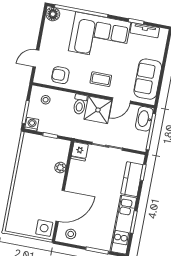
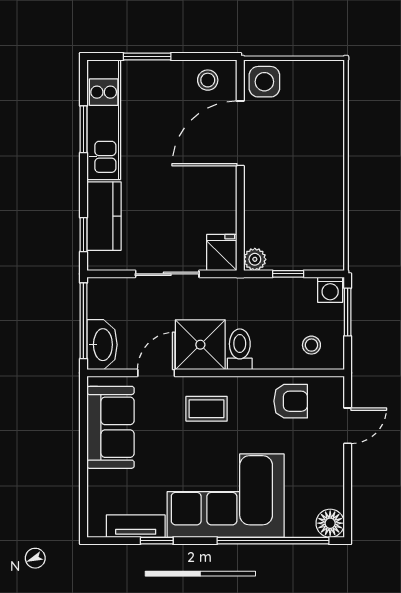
plant: (60, 168) -> (255, 259), moved

